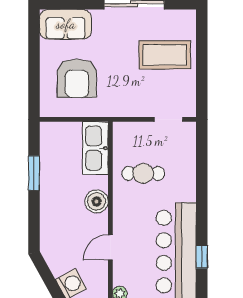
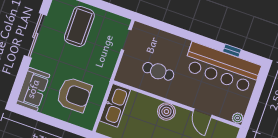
kitchen sink: (95, 148) -> (115, 105), moved, turned -90
cafe table: (143, 173) -> (158, 71), turned 90

